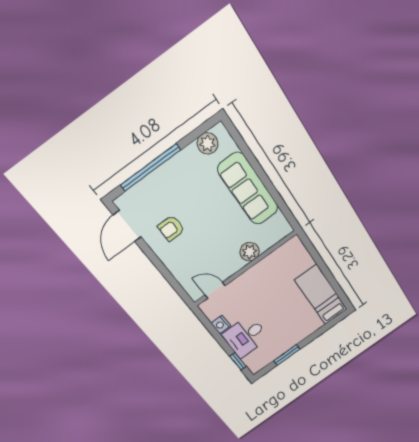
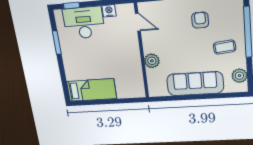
coffee table: (184, 183) -> (225, 47), added
door: (215, 290) -> (138, 22), hinge flipped
desk: (246, 336) -> (84, 23), width x1.37

